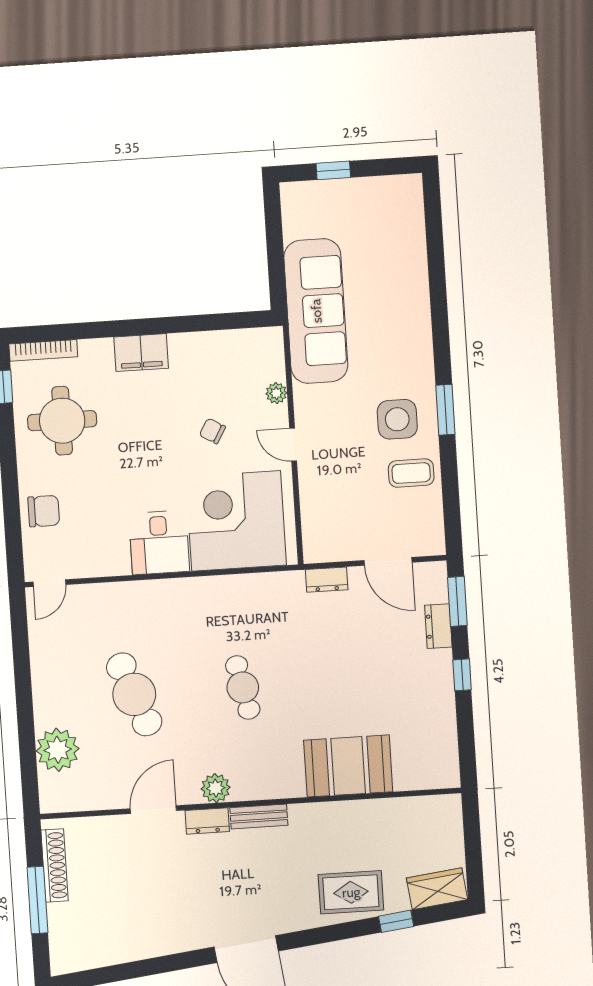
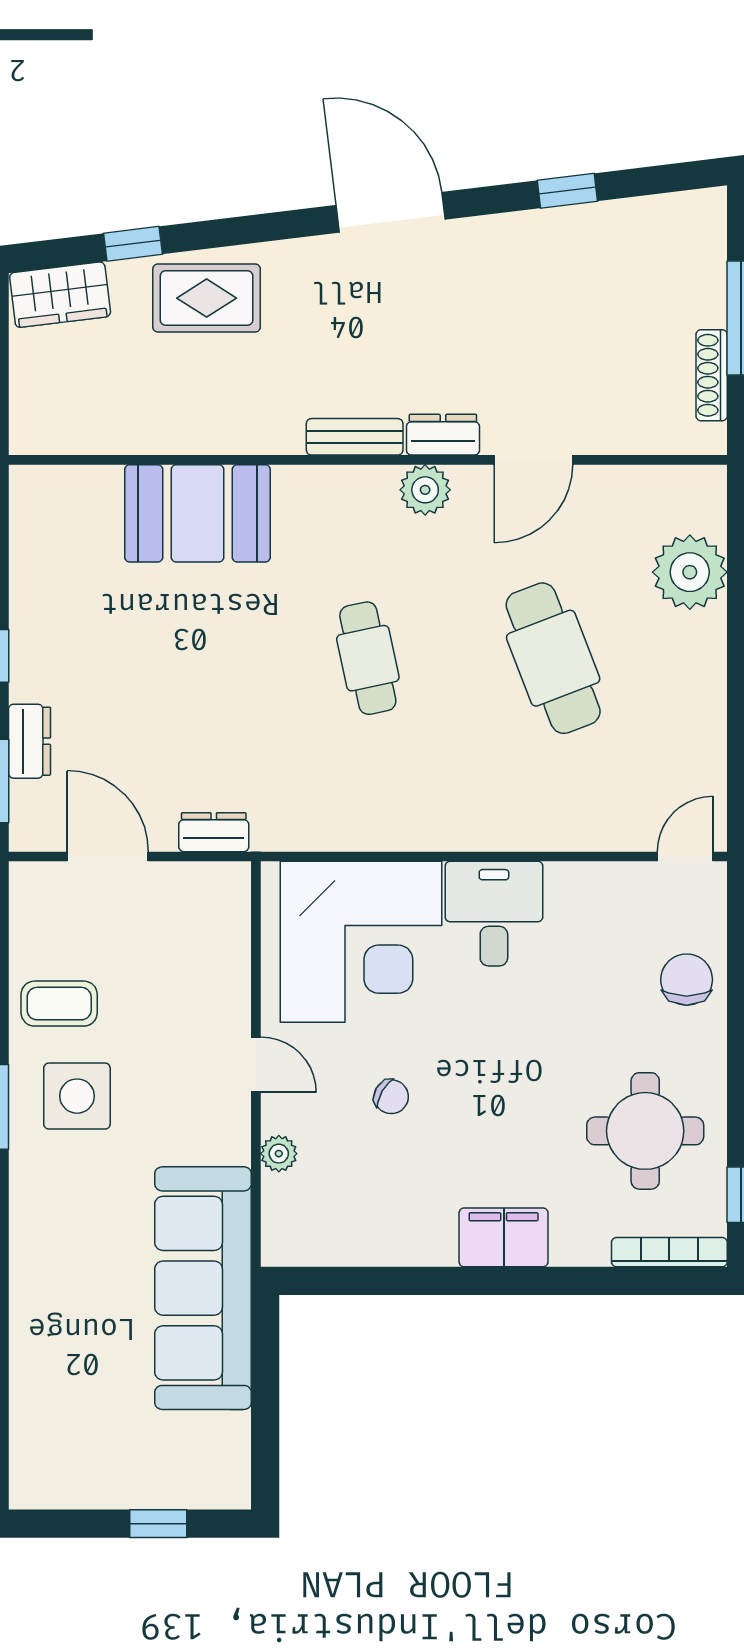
chair: (44, 511) -> (687, 980), turned 90
shoe rack: (55, 865) -> (712, 375), width x0.74, depth x0.81
window: (144, 968) -> (567, 191), added

